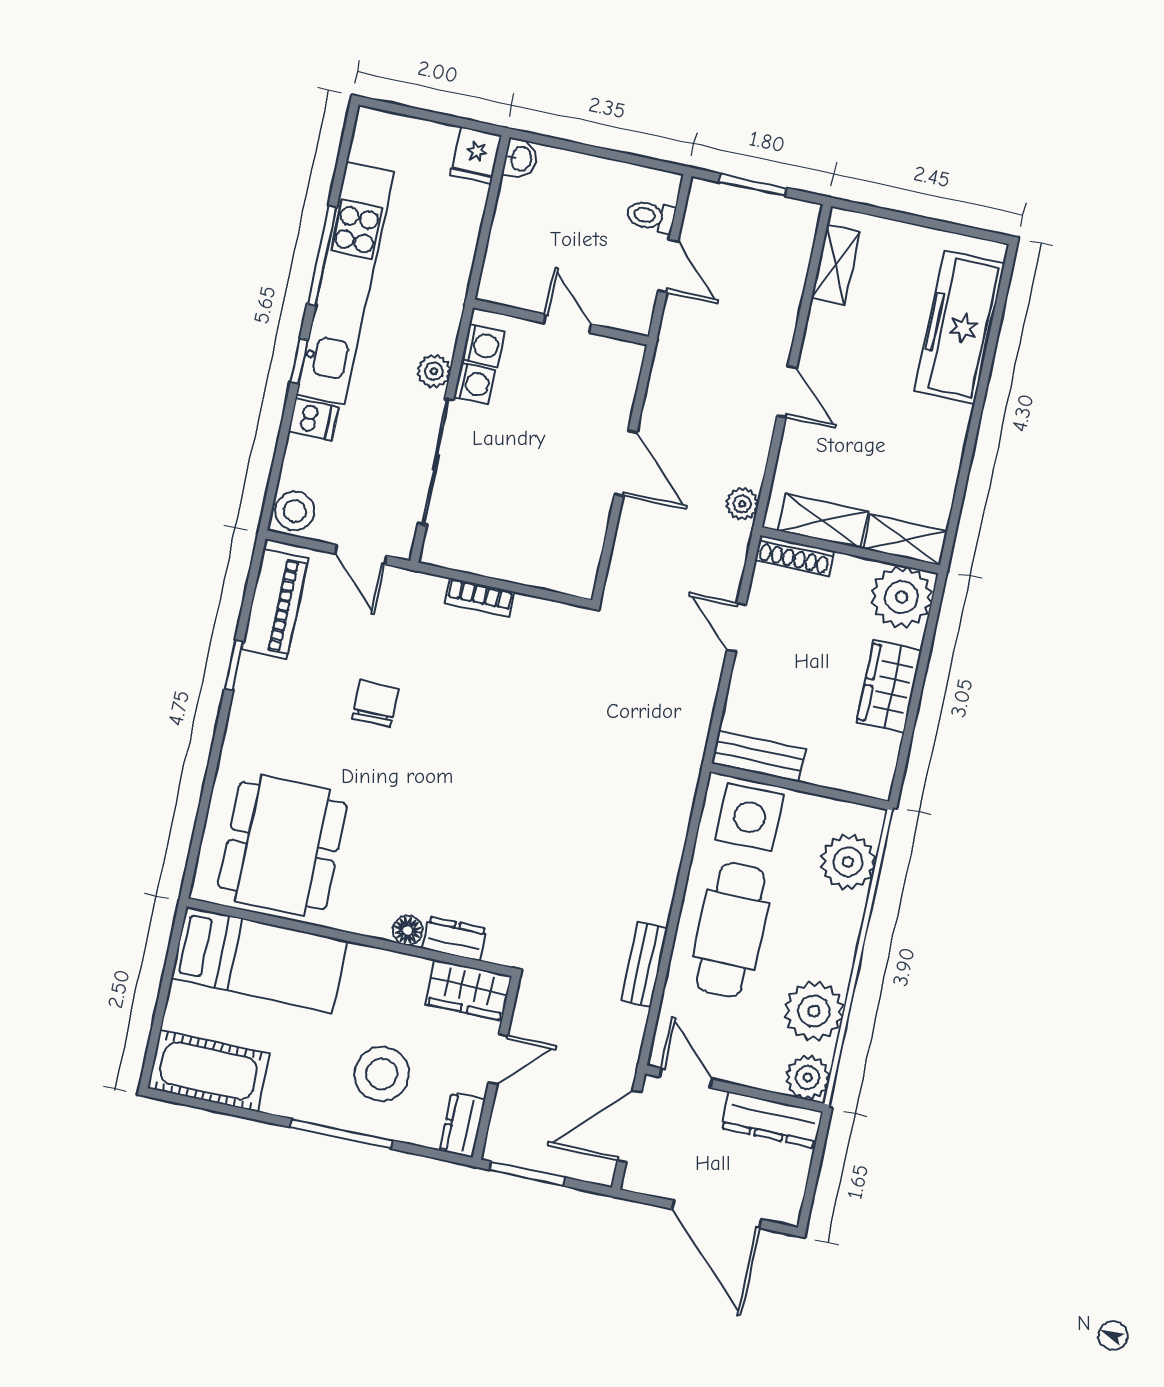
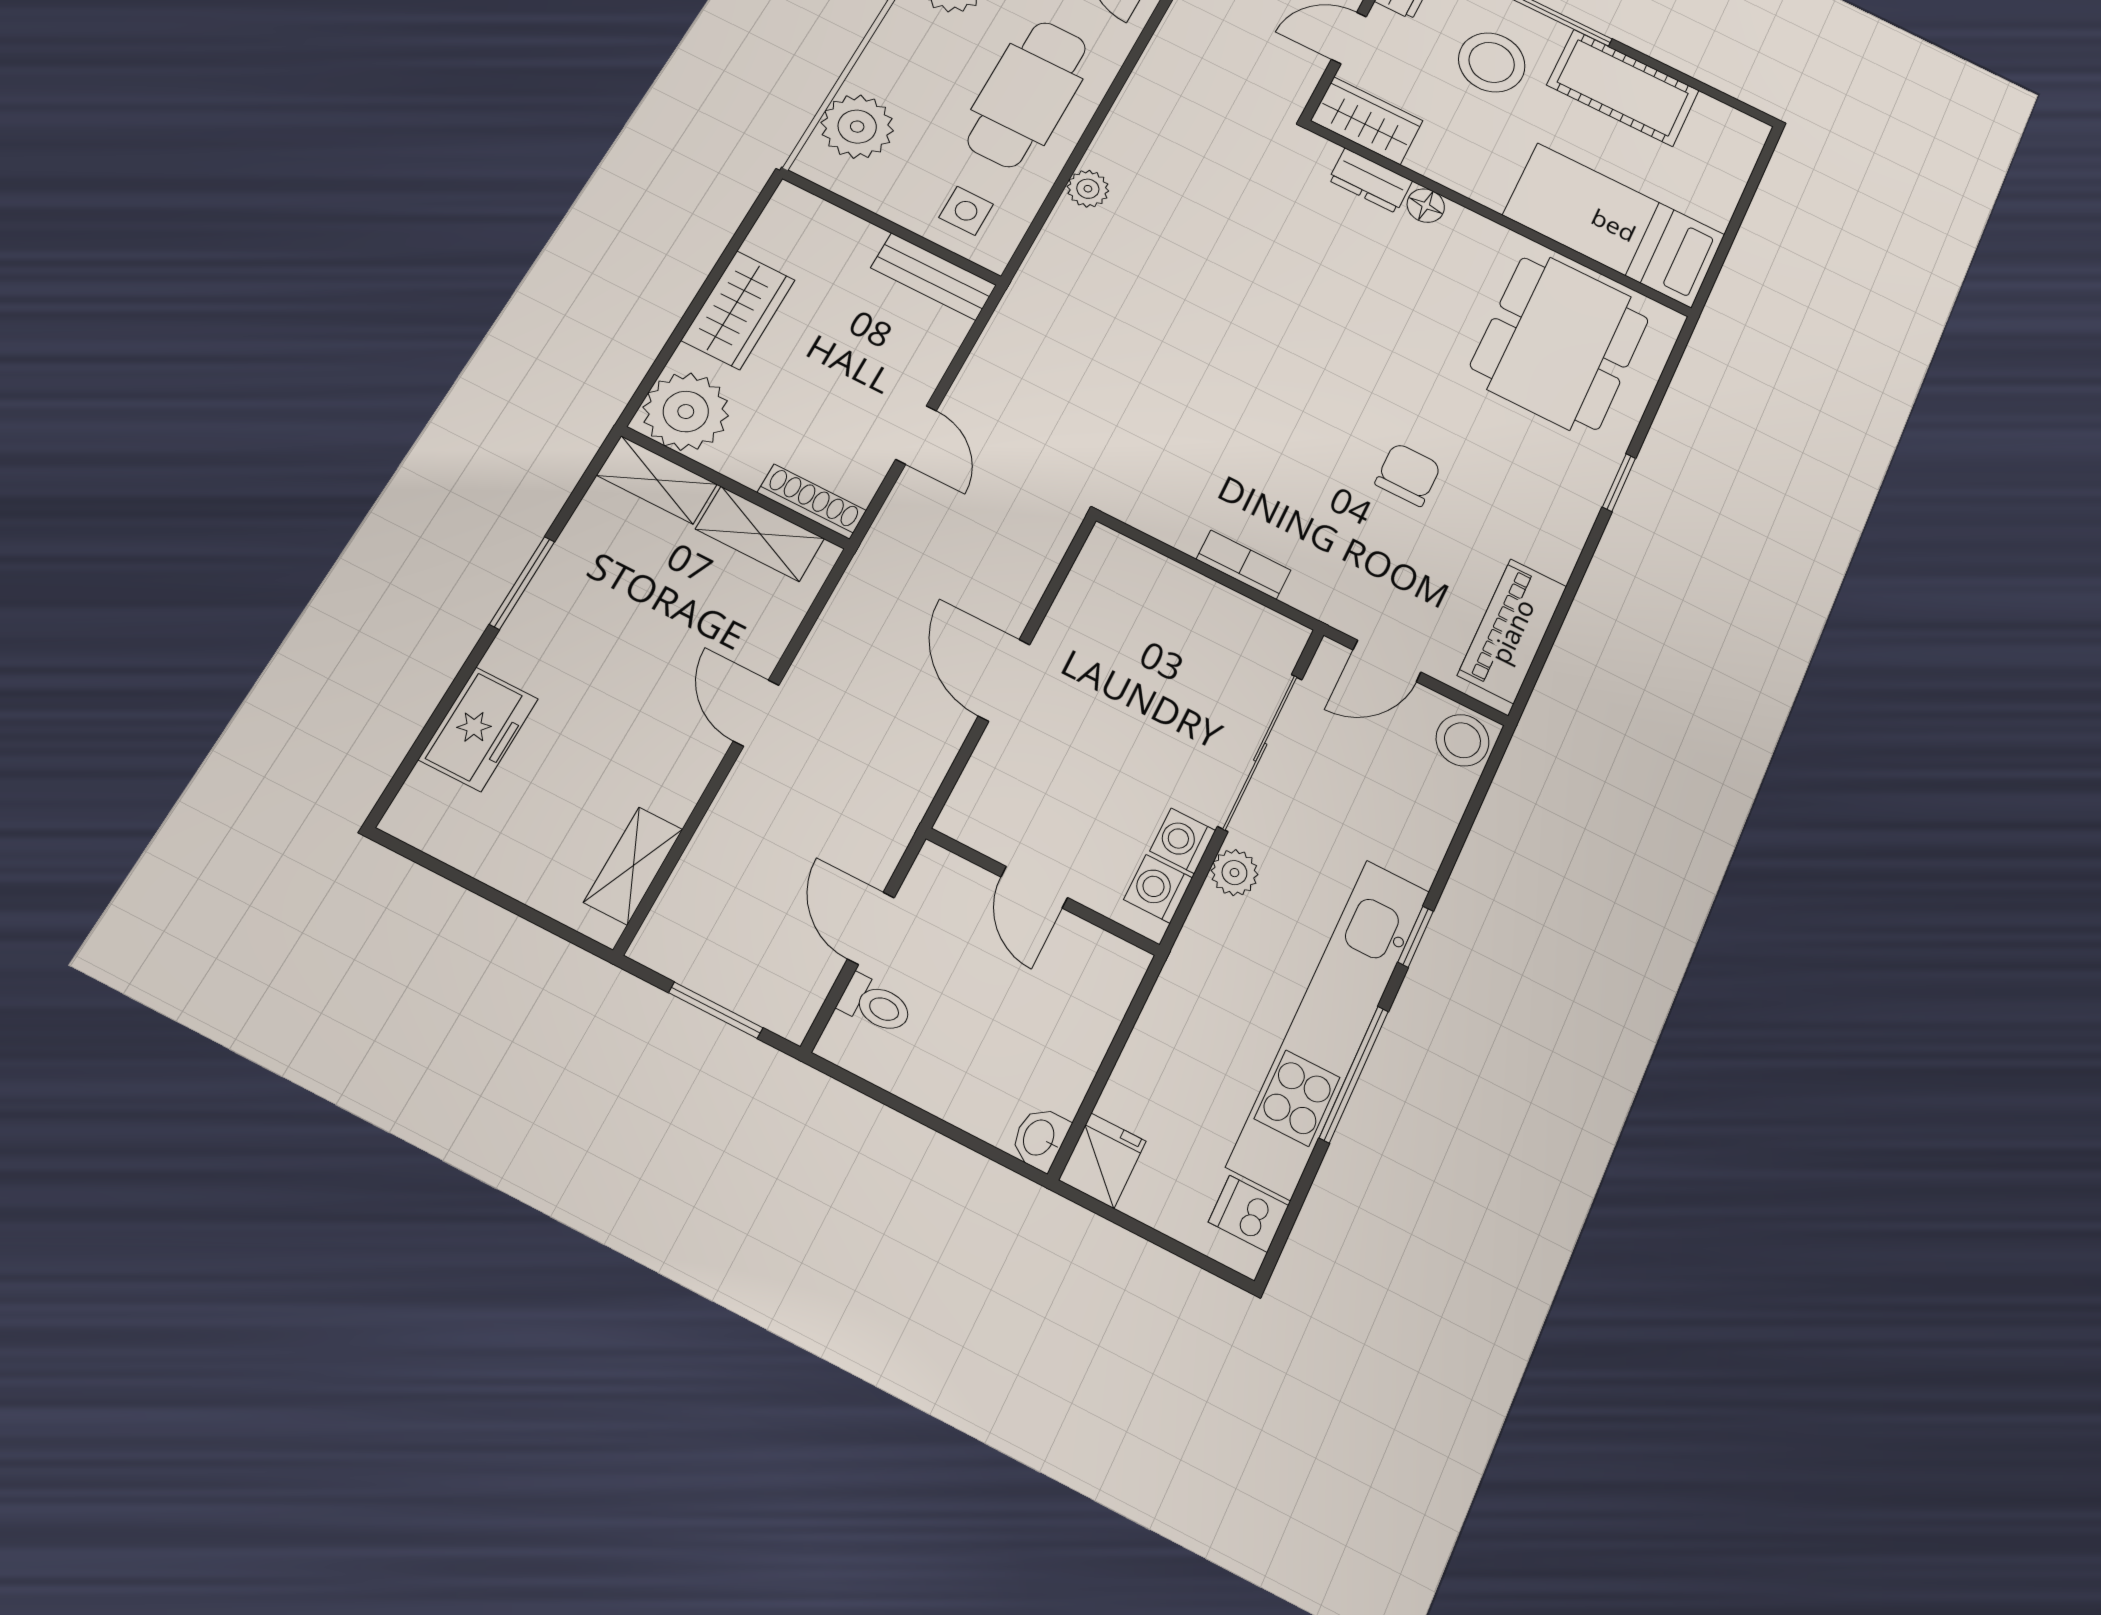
freezer: (959, 327) -> (478, 729), width x0.52, depth x0.79
dishwasher: (314, 419) -> (1248, 1214), moved
window: (971, 438) -> (522, 583), added
plant: (742, 504) -> (1088, 189), moved
door: (361, 555) -> (1387, 661), swing flipped
window: (234, 665) -> (1619, 483), moved
chair: (375, 703) -> (1408, 474), turned 180
side table: (749, 817) -> (966, 211), width x0.54, depth x0.54
bench: (644, 964) -> (1145, 87), removed
cot: (209, 1071) -> (1623, 88), moved

